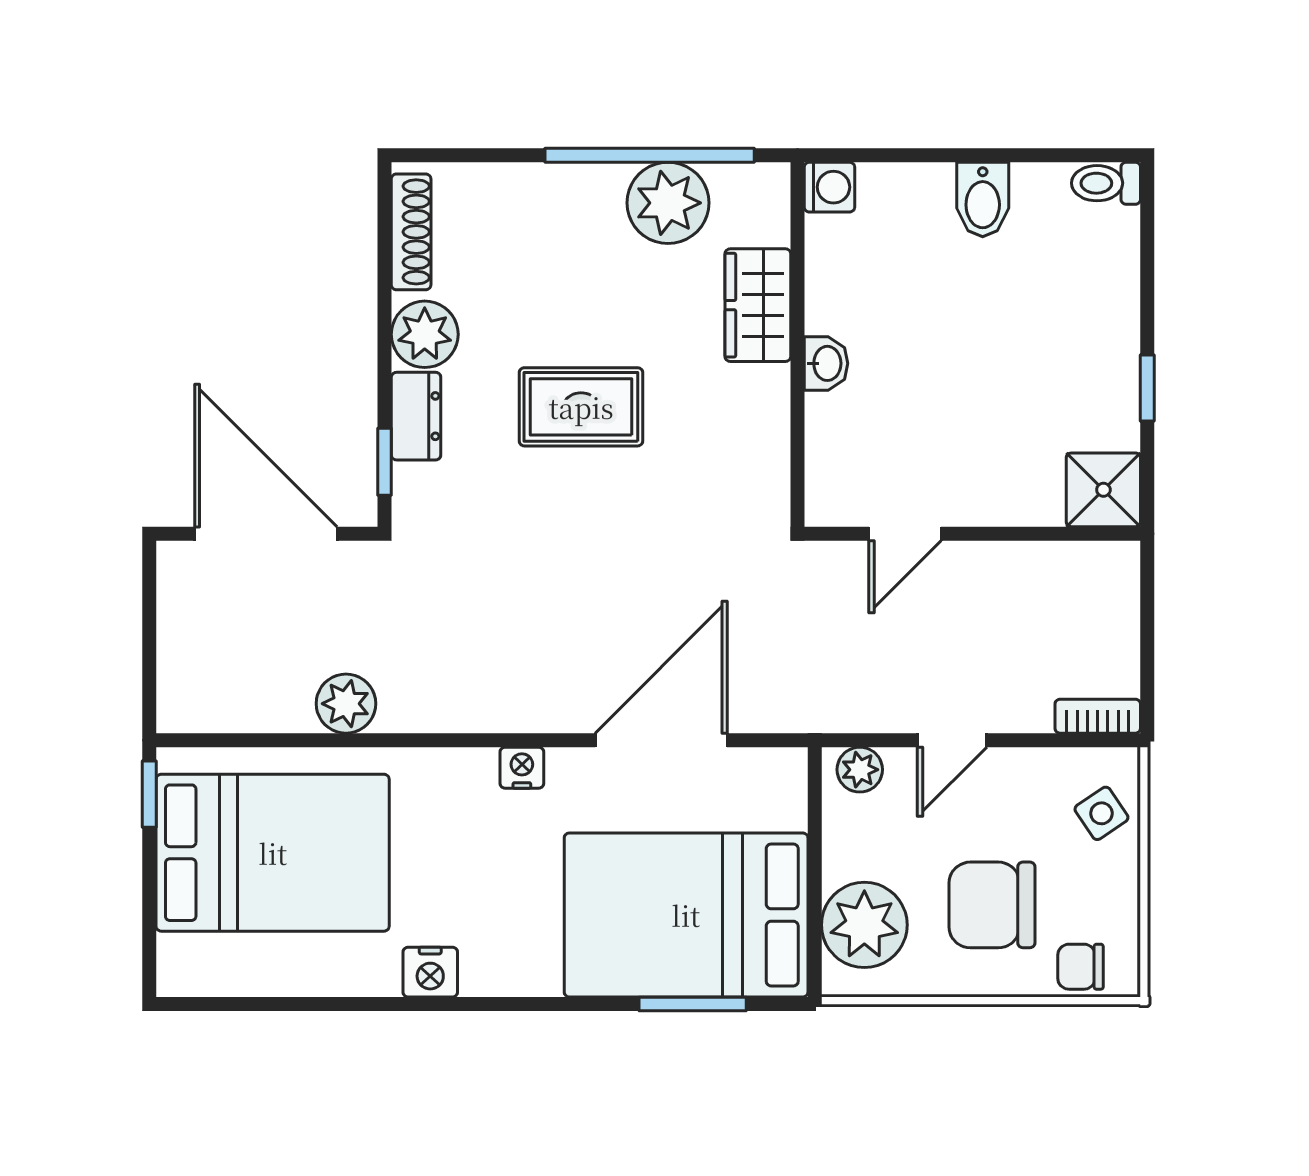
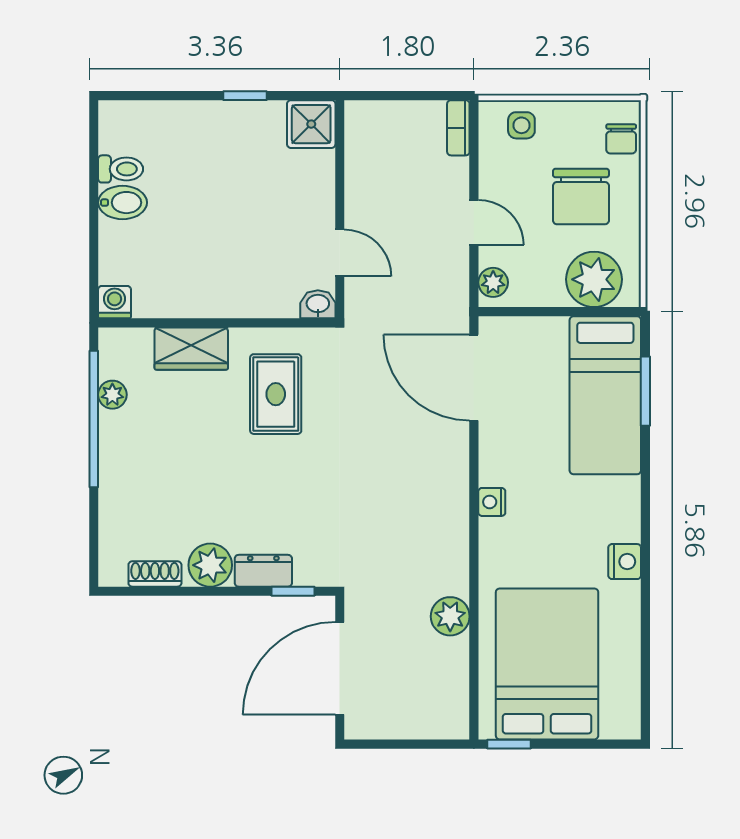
toilet: (1106, 183) -> (121, 169), moved, turned -90
plant: (668, 203) -> (112, 395), width x0.53, depth x0.53
shoe rack: (411, 232) -> (155, 574), width x0.70
washbasin: (826, 363) -> (318, 304), moved
rug: (581, 407) -> (276, 394), moved
door: (661, 740) -> (474, 378), moved
side table: (1101, 813) -> (521, 125), turned 34
bed: (686, 915) -> (605, 395), width x0.67

